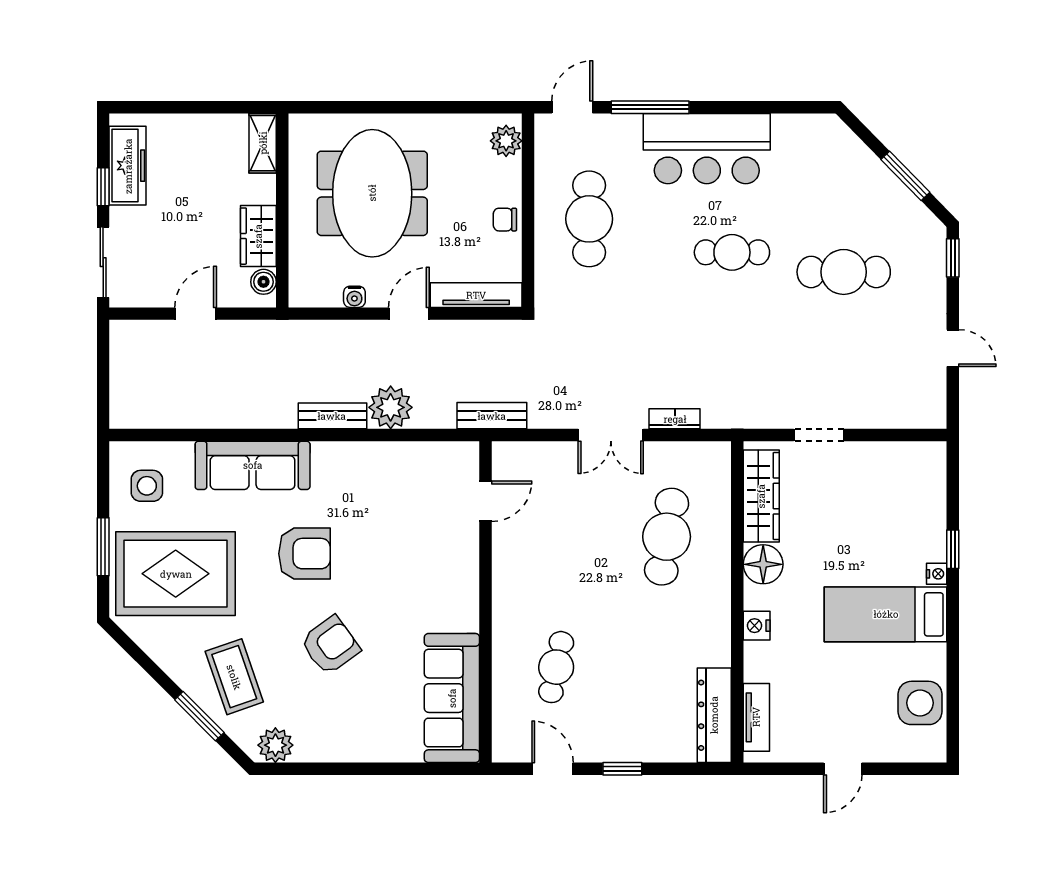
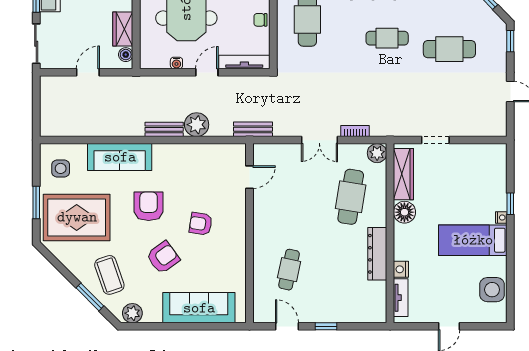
plant: (714, 458) -> (377, 153), added
armchair: (304, 554) -> (149, 206), turned -90
armchair: (398, 585) -> (201, 224), added
nightstand: (757, 626) -> (401, 269), moved
sofa: (452, 698) -> (199, 308), moved, turned 90
dresser: (714, 715) -> (377, 254), moved

